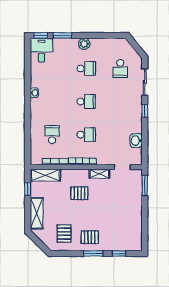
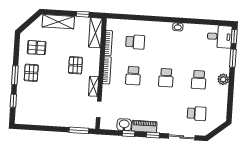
school desk: (120, 68) -> (197, 113), turned 180
piano: (136, 120) -> (144, 126), added
window: (145, 136) -> (129, 134), added

